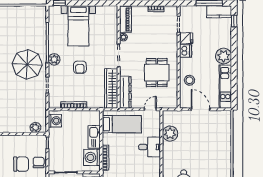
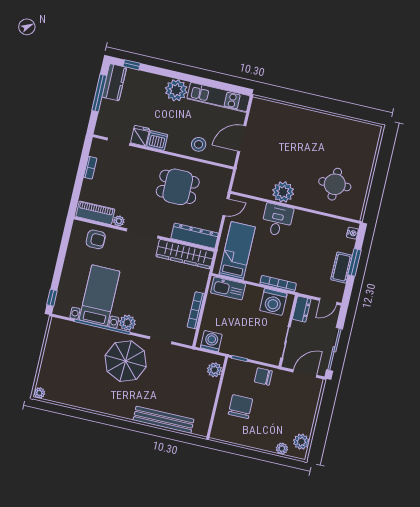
bed with nightstands: (78, 26) -> (99, 296), moved, turned -90
armchair: (80, 67) -> (96, 239), moved
door: (150, 109) -> (226, 207), swing flipped
plant: (170, 134) -> (283, 192), moved
kitchen sink: (94, 137) -> (228, 288), moved
chair: (21, 164) -> (240, 407), moved

